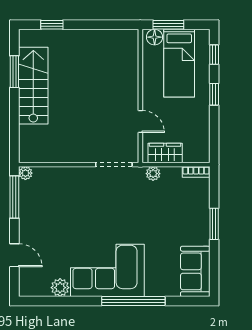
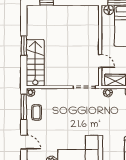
window: (14, 72) -> (24, 46), moved
stairs: (33, 86) -> (35, 63), moved
coffee table: (35, 206) -> (37, 112), added

